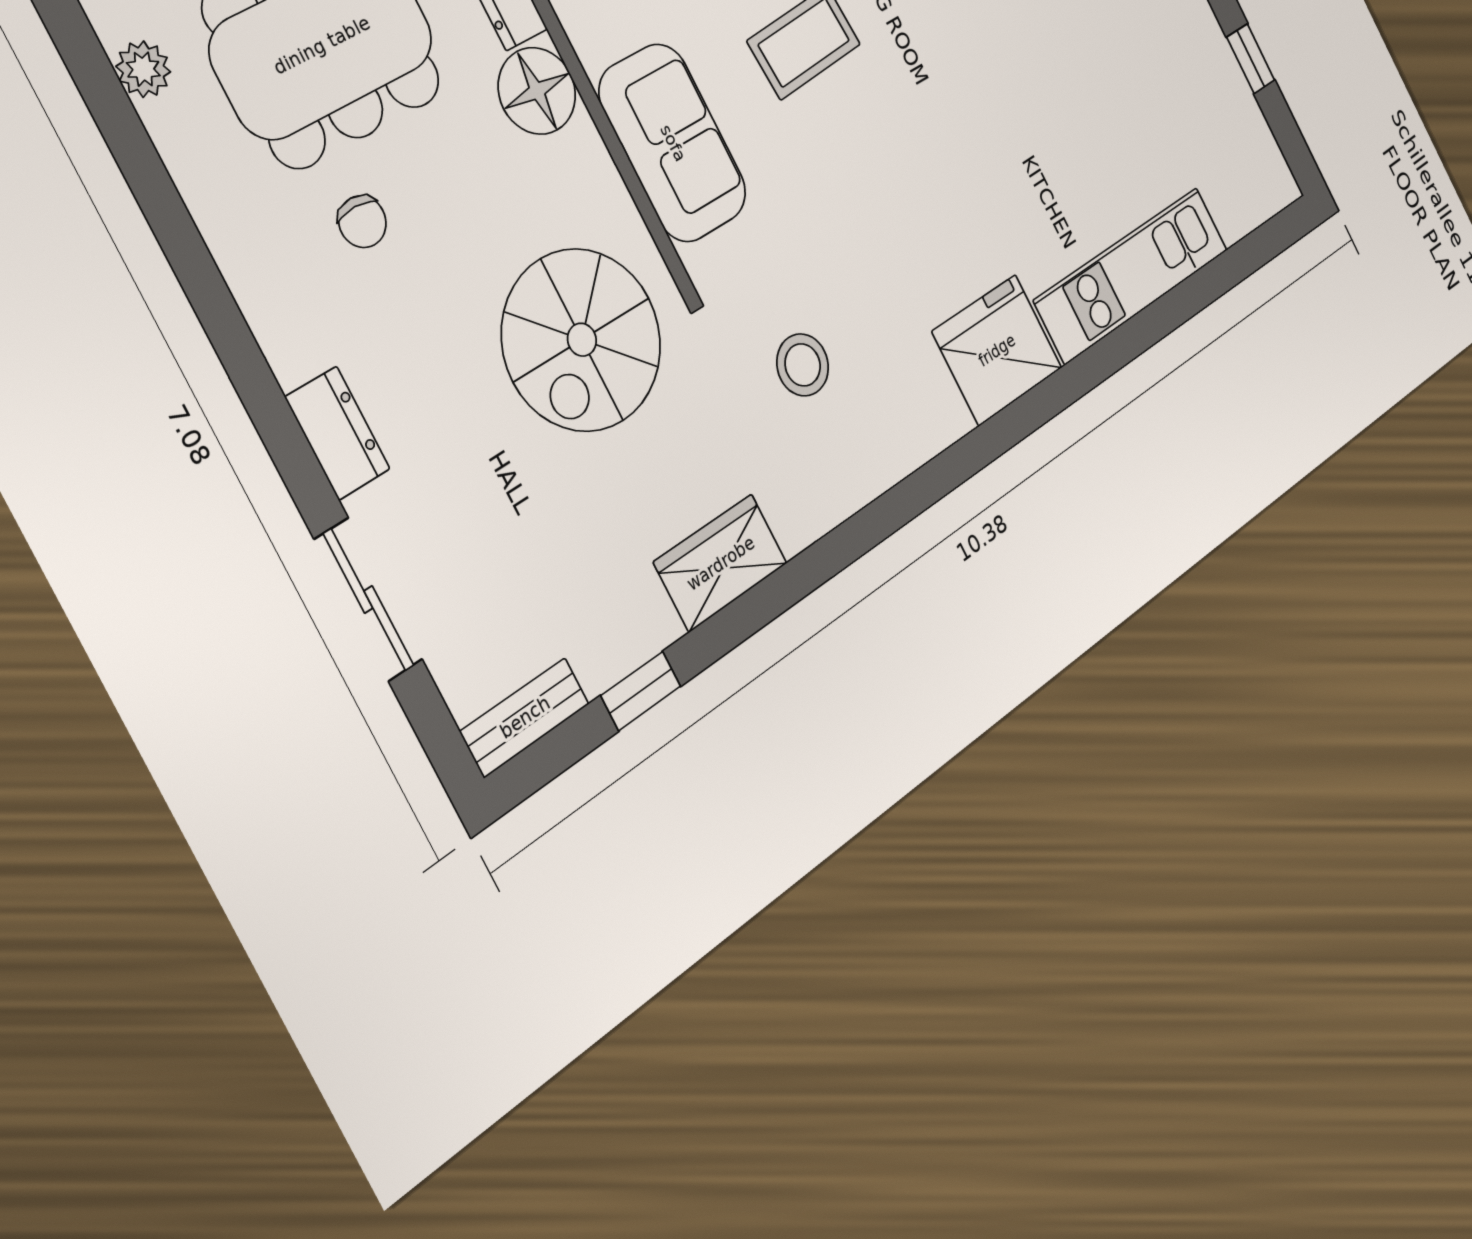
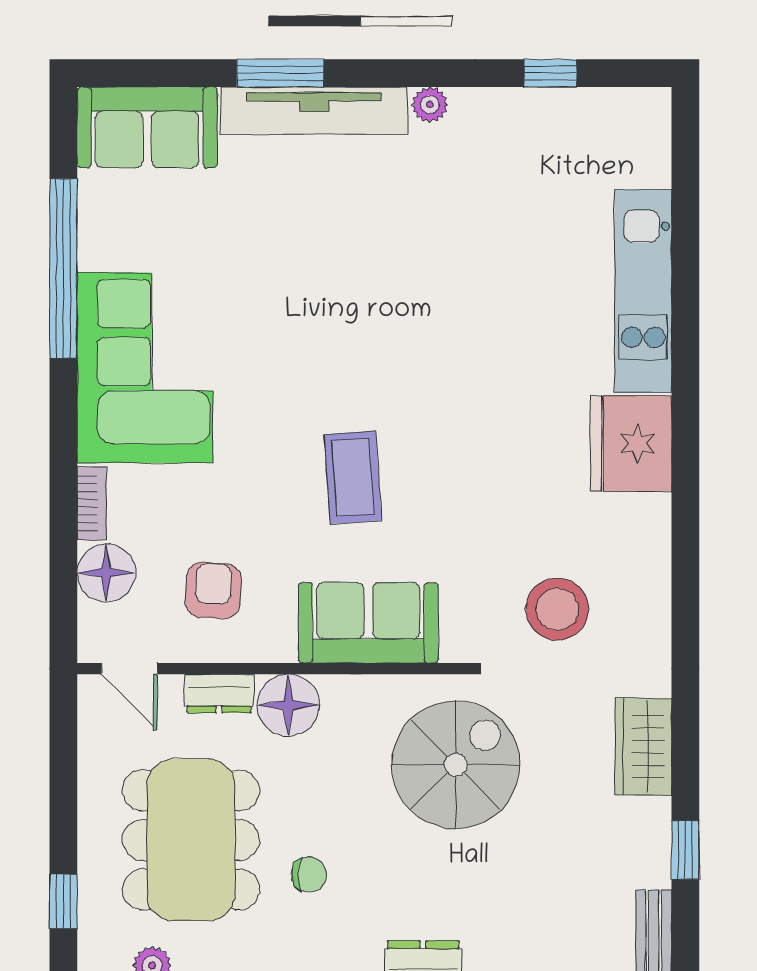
spiral stairs: (582, 340) -> (456, 765), turned -90
stool: (803, 365) -> (557, 609), width x1.38, depth x1.38

